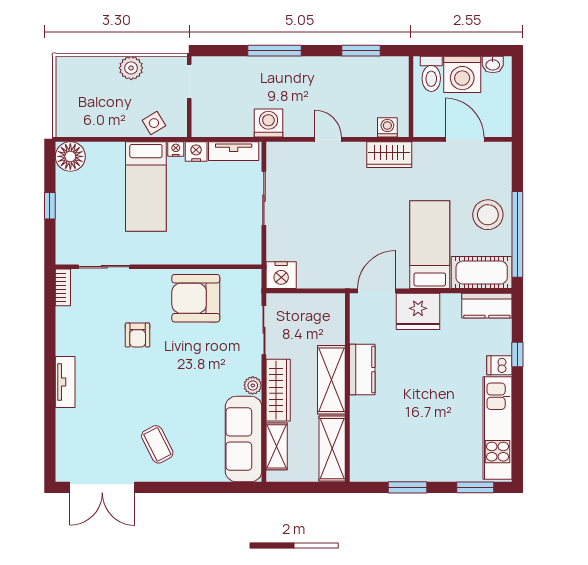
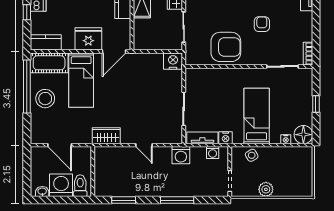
washing machine: (387, 127) -> (213, 153), moved
nightstand: (176, 149) -> (286, 139), moved

